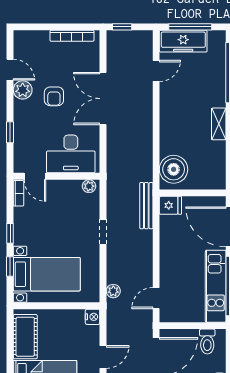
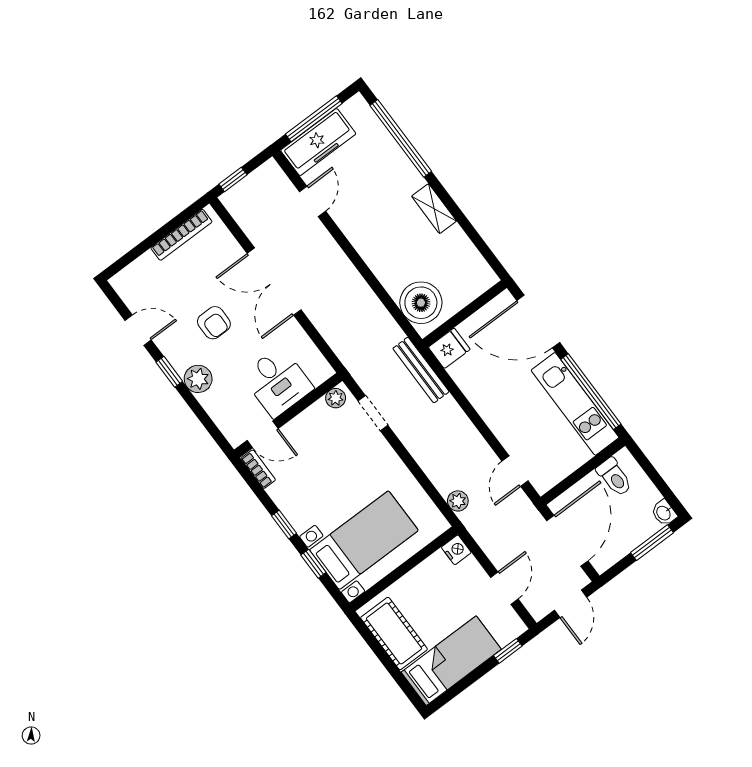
plant: (23, 90) -> (198, 379), moved
window: (10, 132) -> (169, 372), moved
desk: (71, 154) -> (277, 382), width x0.73
doorway: (103, 232) -> (373, 413), moved

